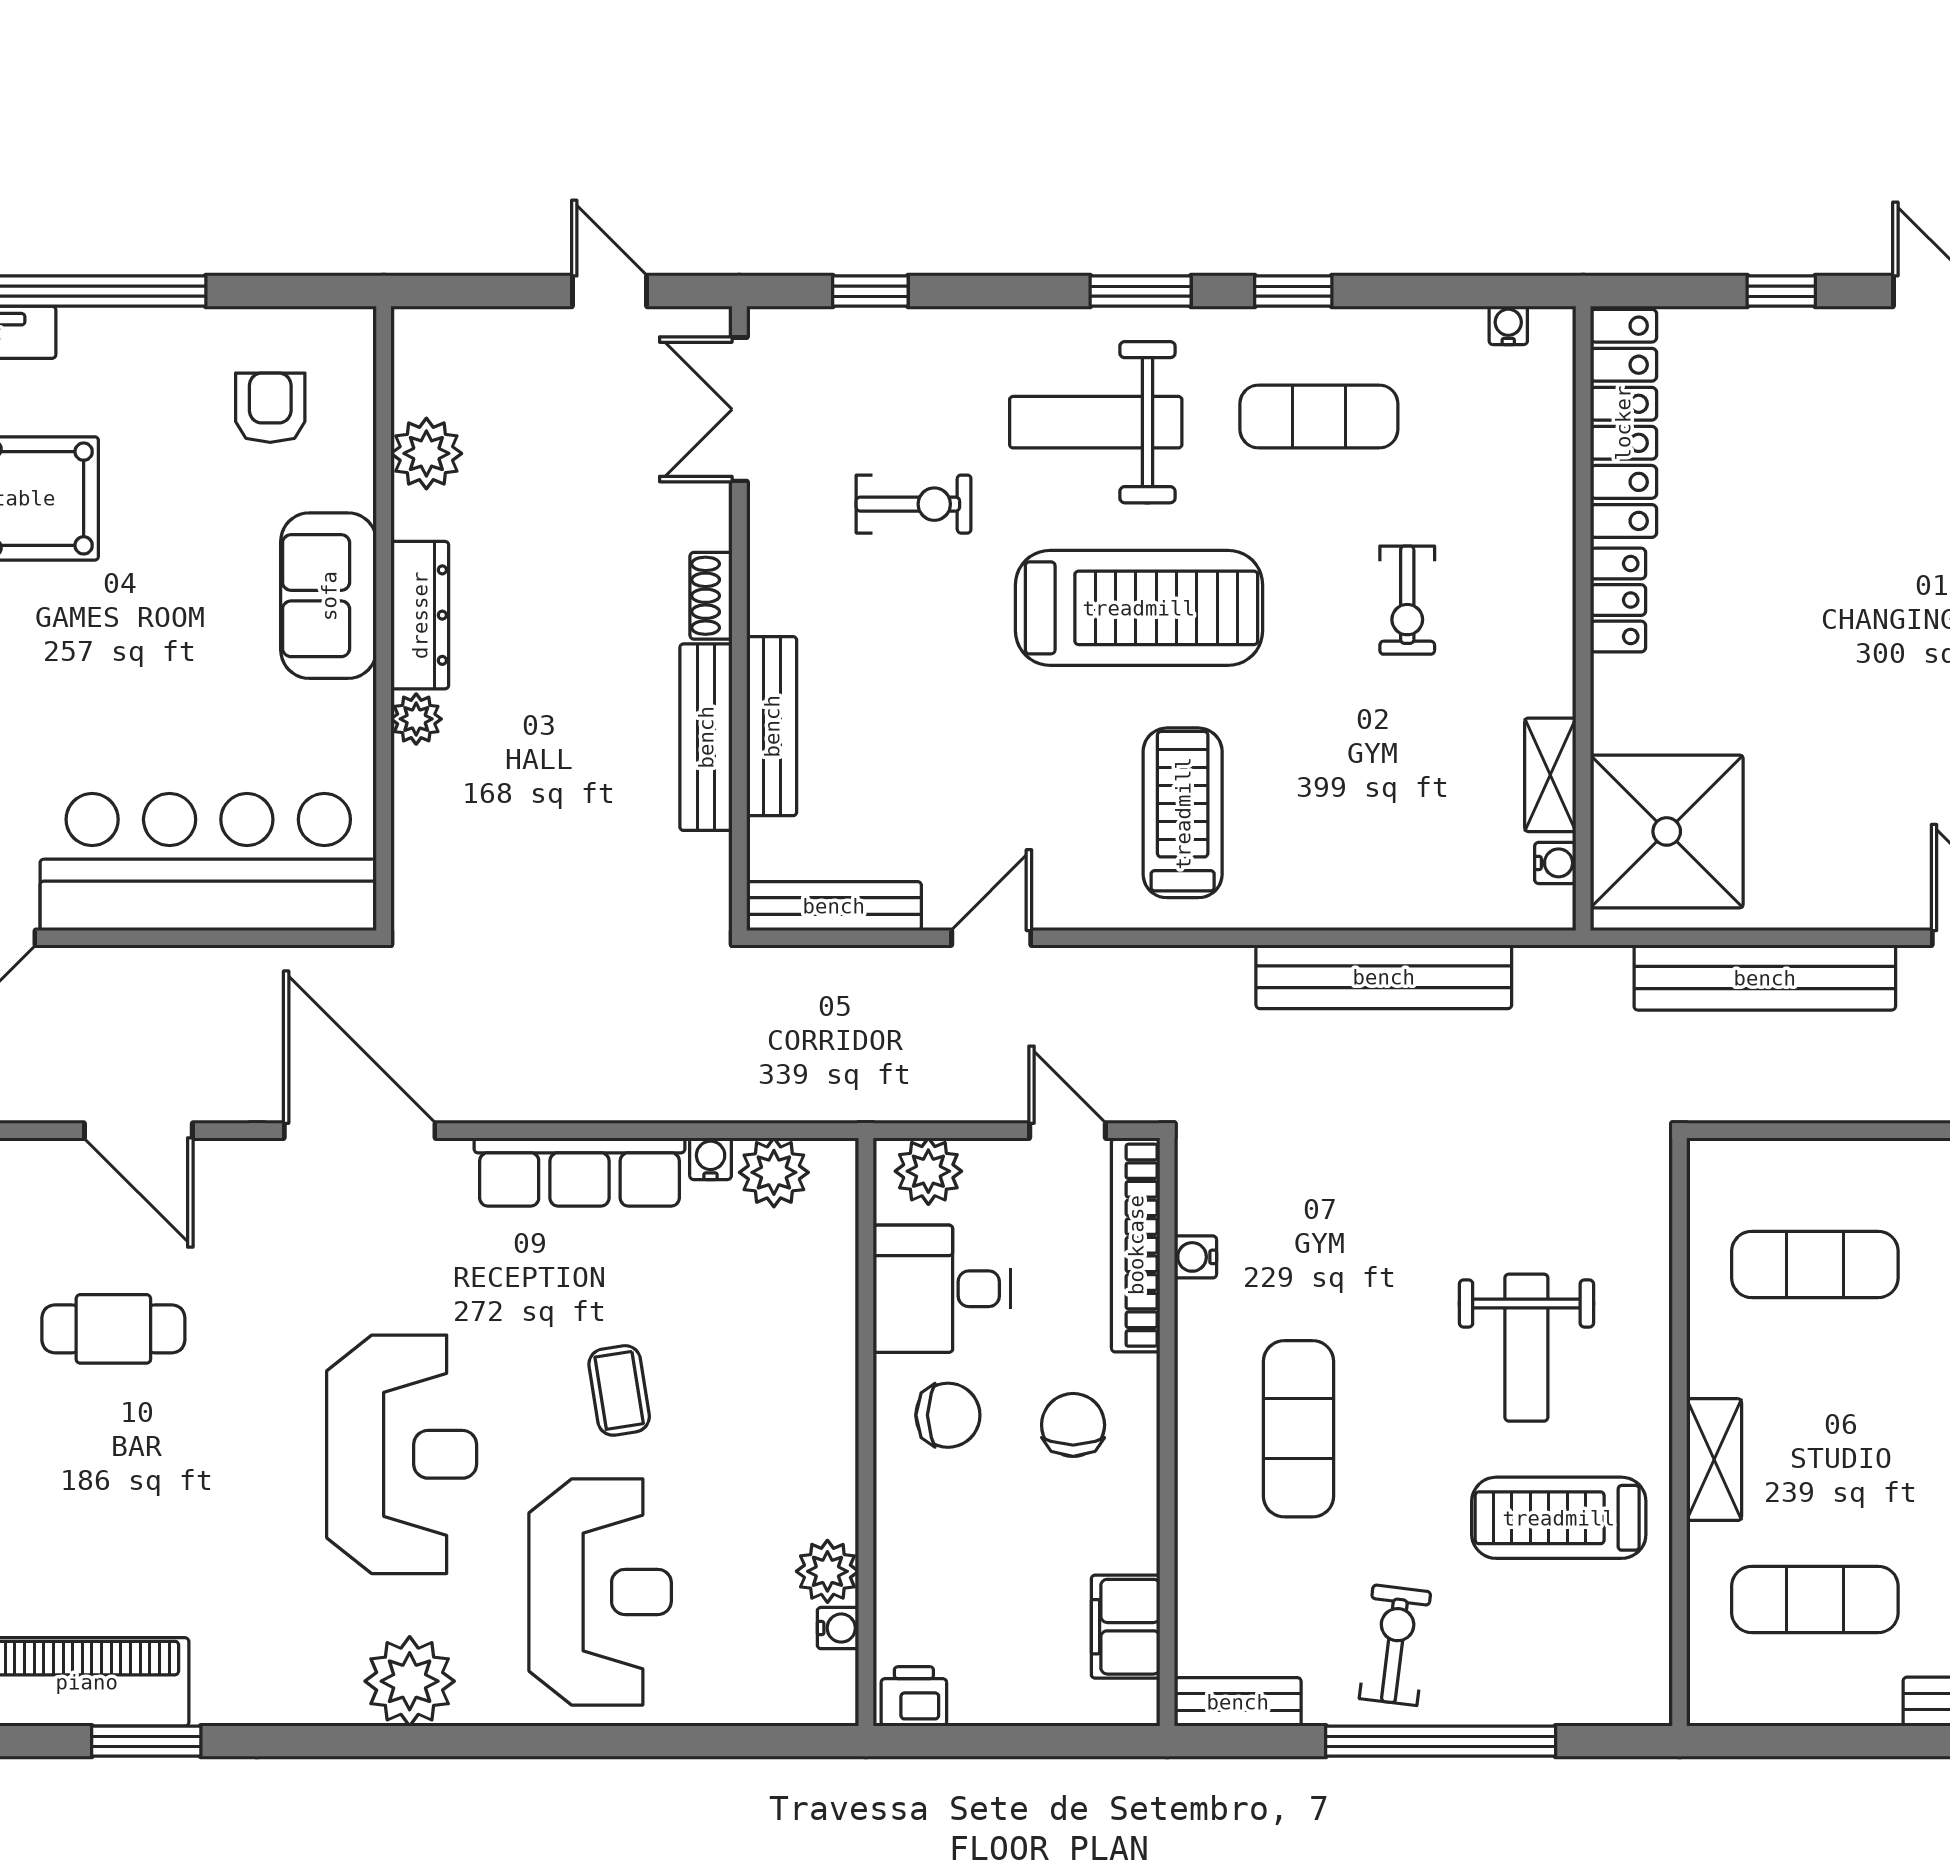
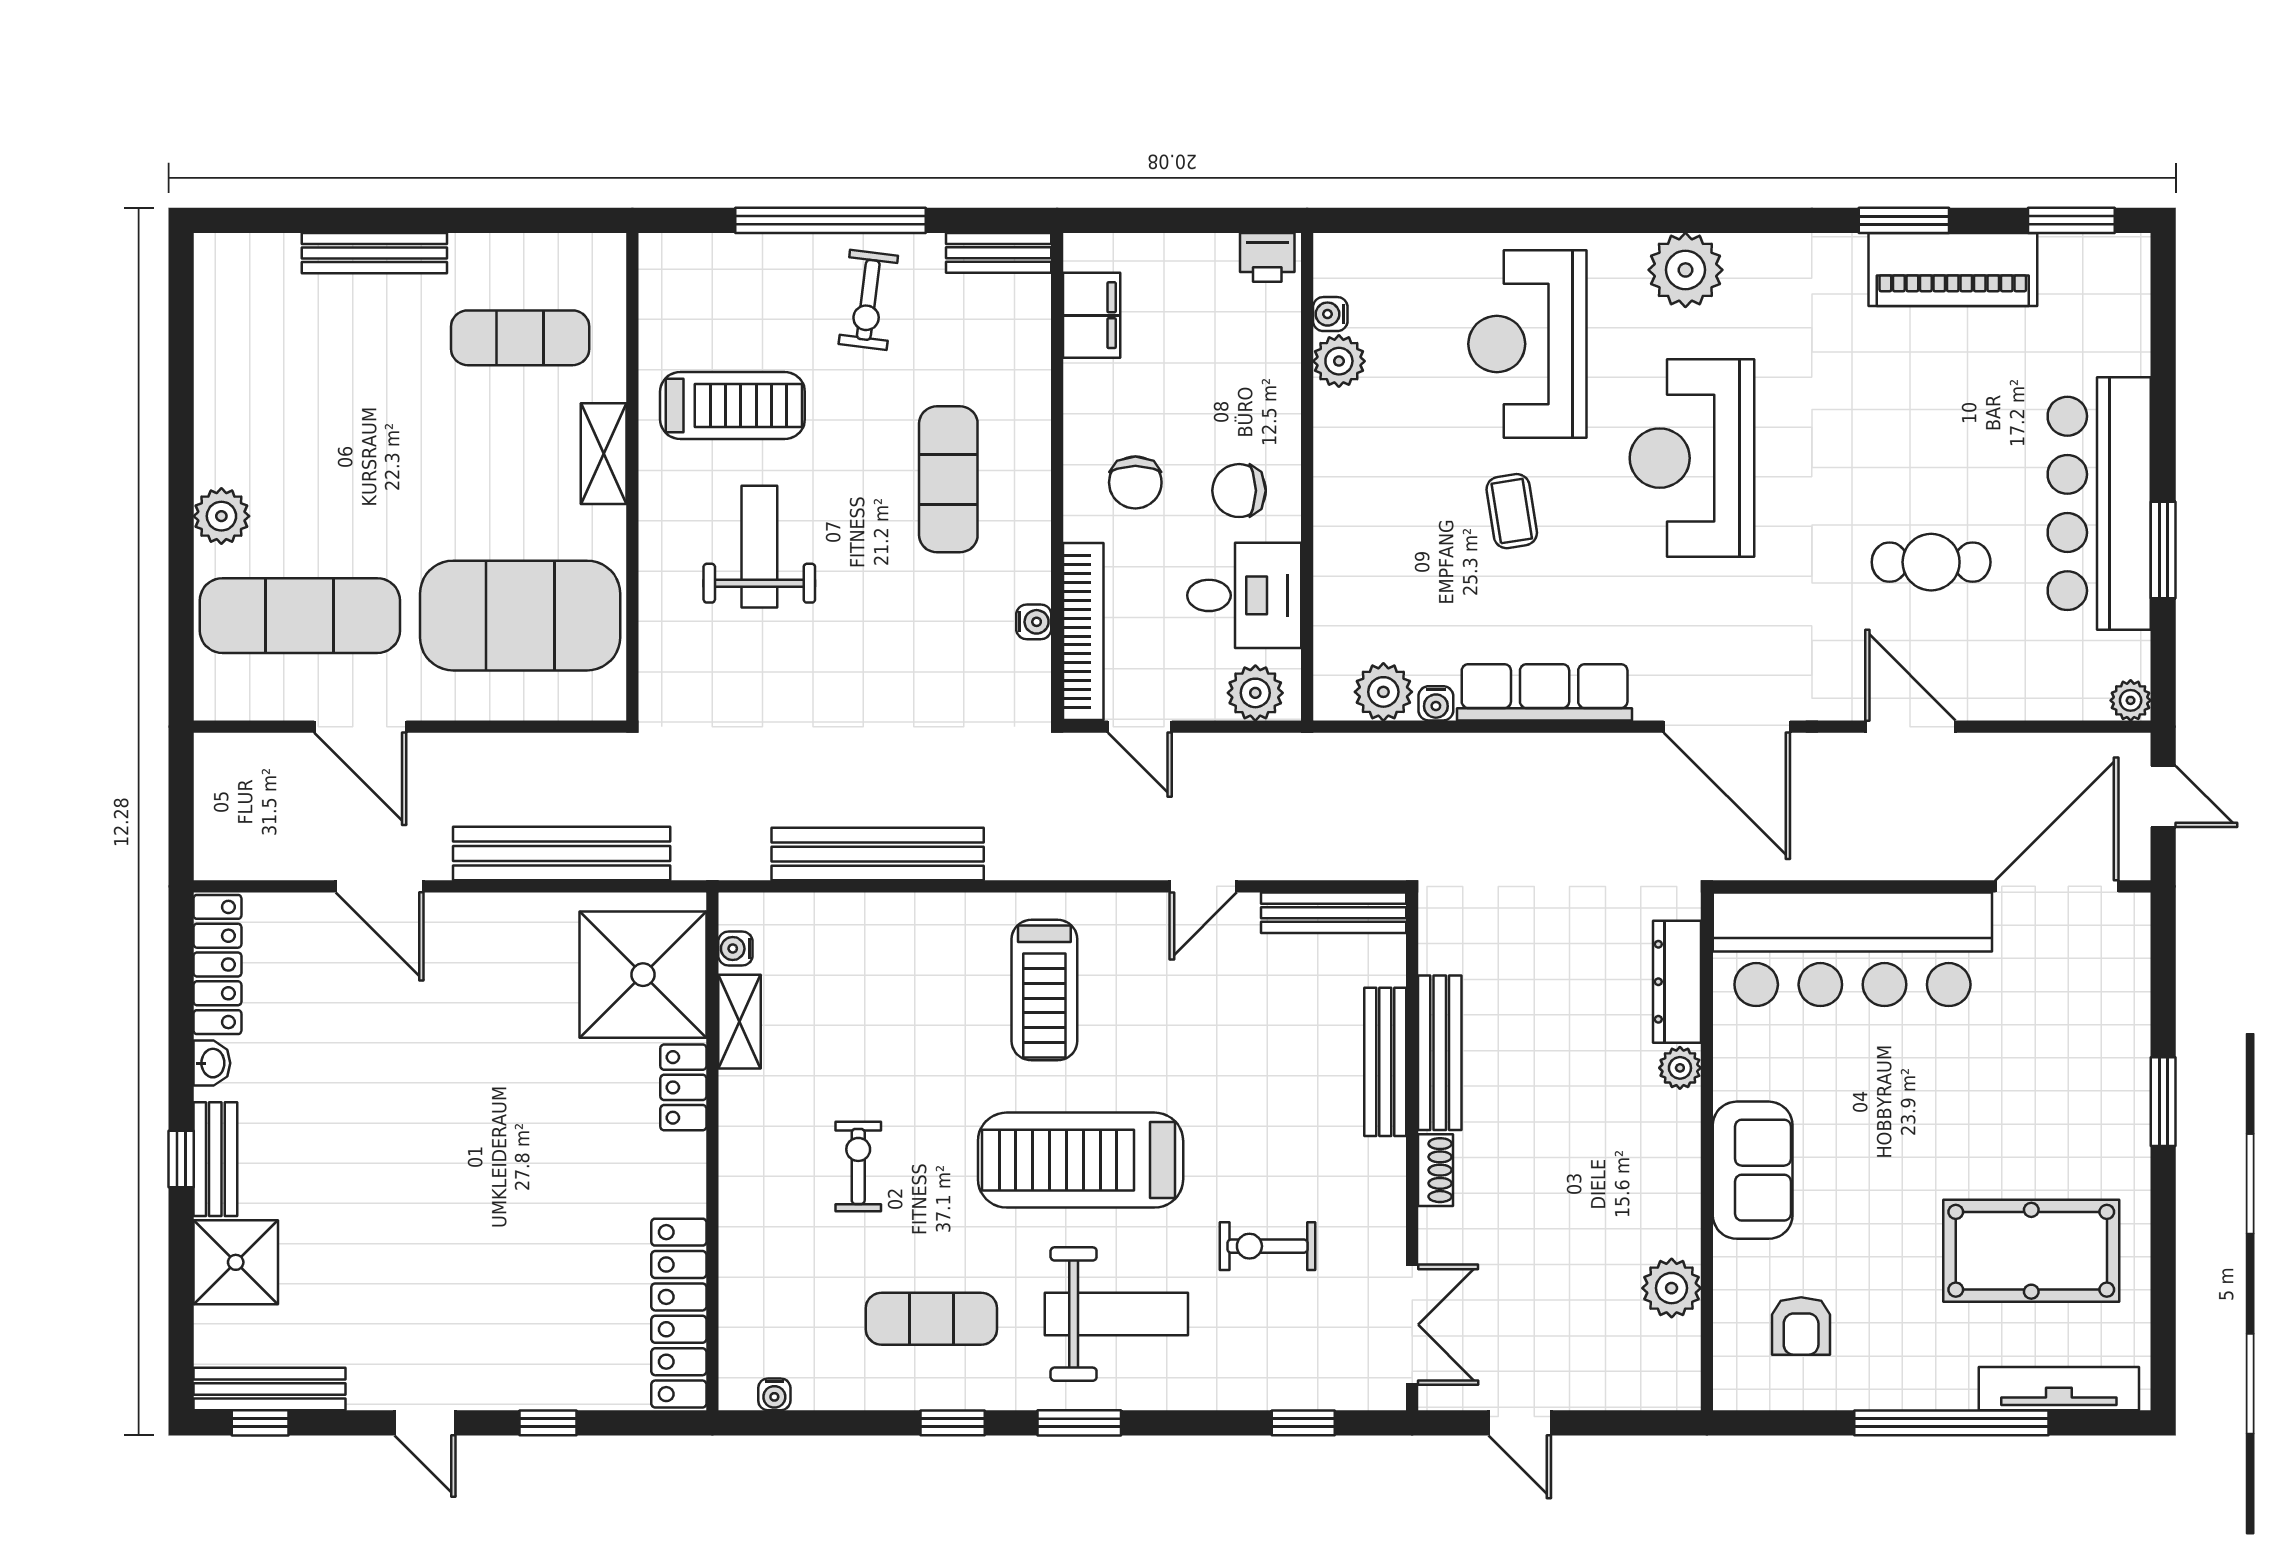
locker: (1618, 600) -> (683, 1087), moved
dresser: (420, 615) -> (1677, 982), moved
exercise mat: (1815, 1264) -> (520, 616), width x2.00, depth x1.45

